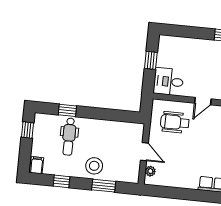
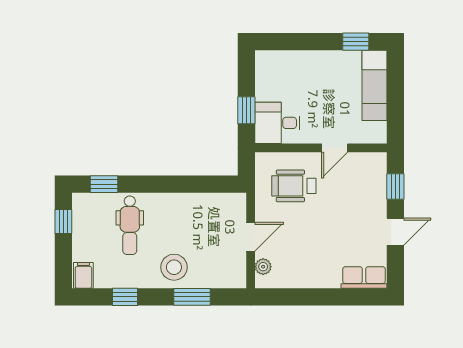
window: (151, 60) -> (246, 110), moved
window: (67, 110) -> (104, 184), moved
door: (144, 152) -> (251, 237), hinge flipped

